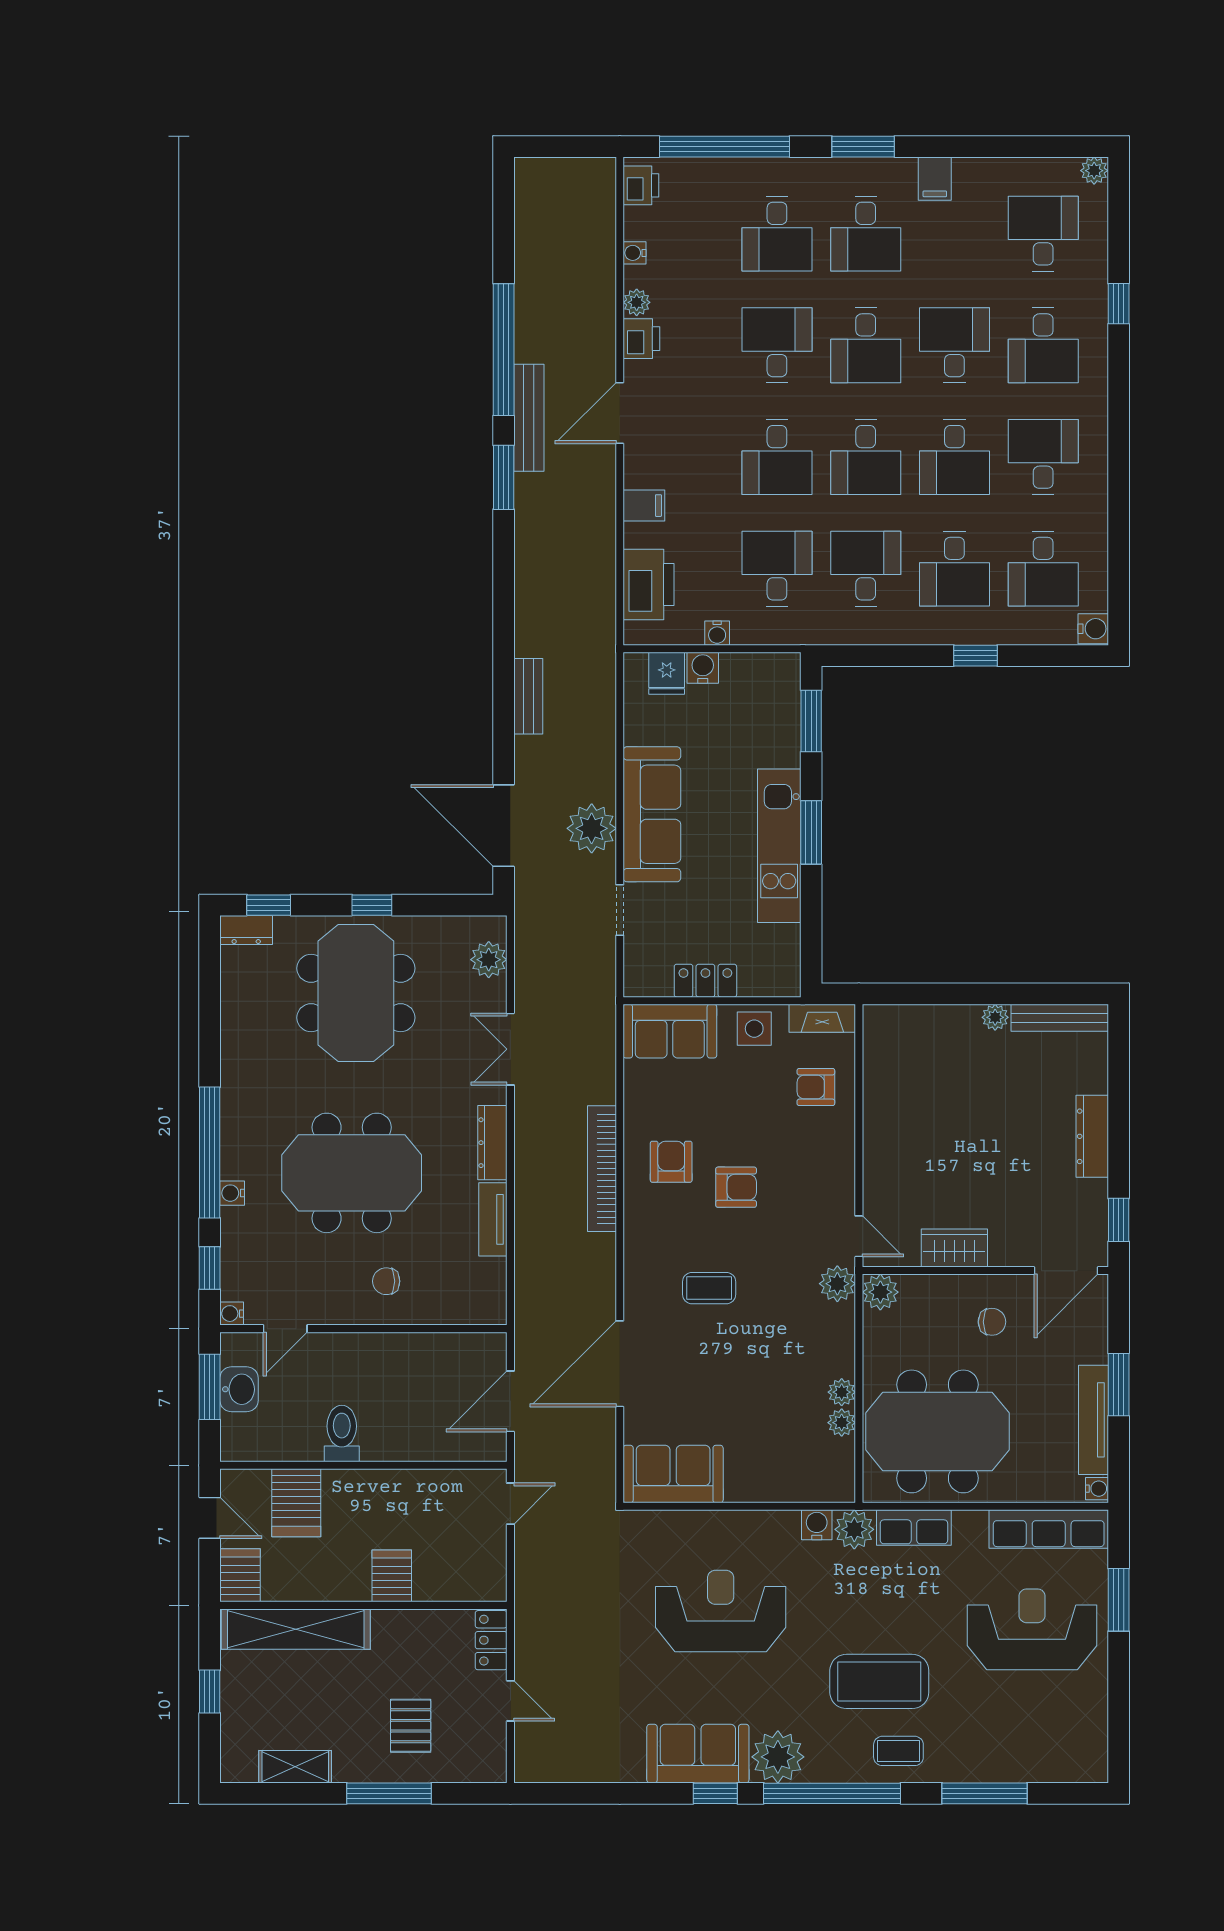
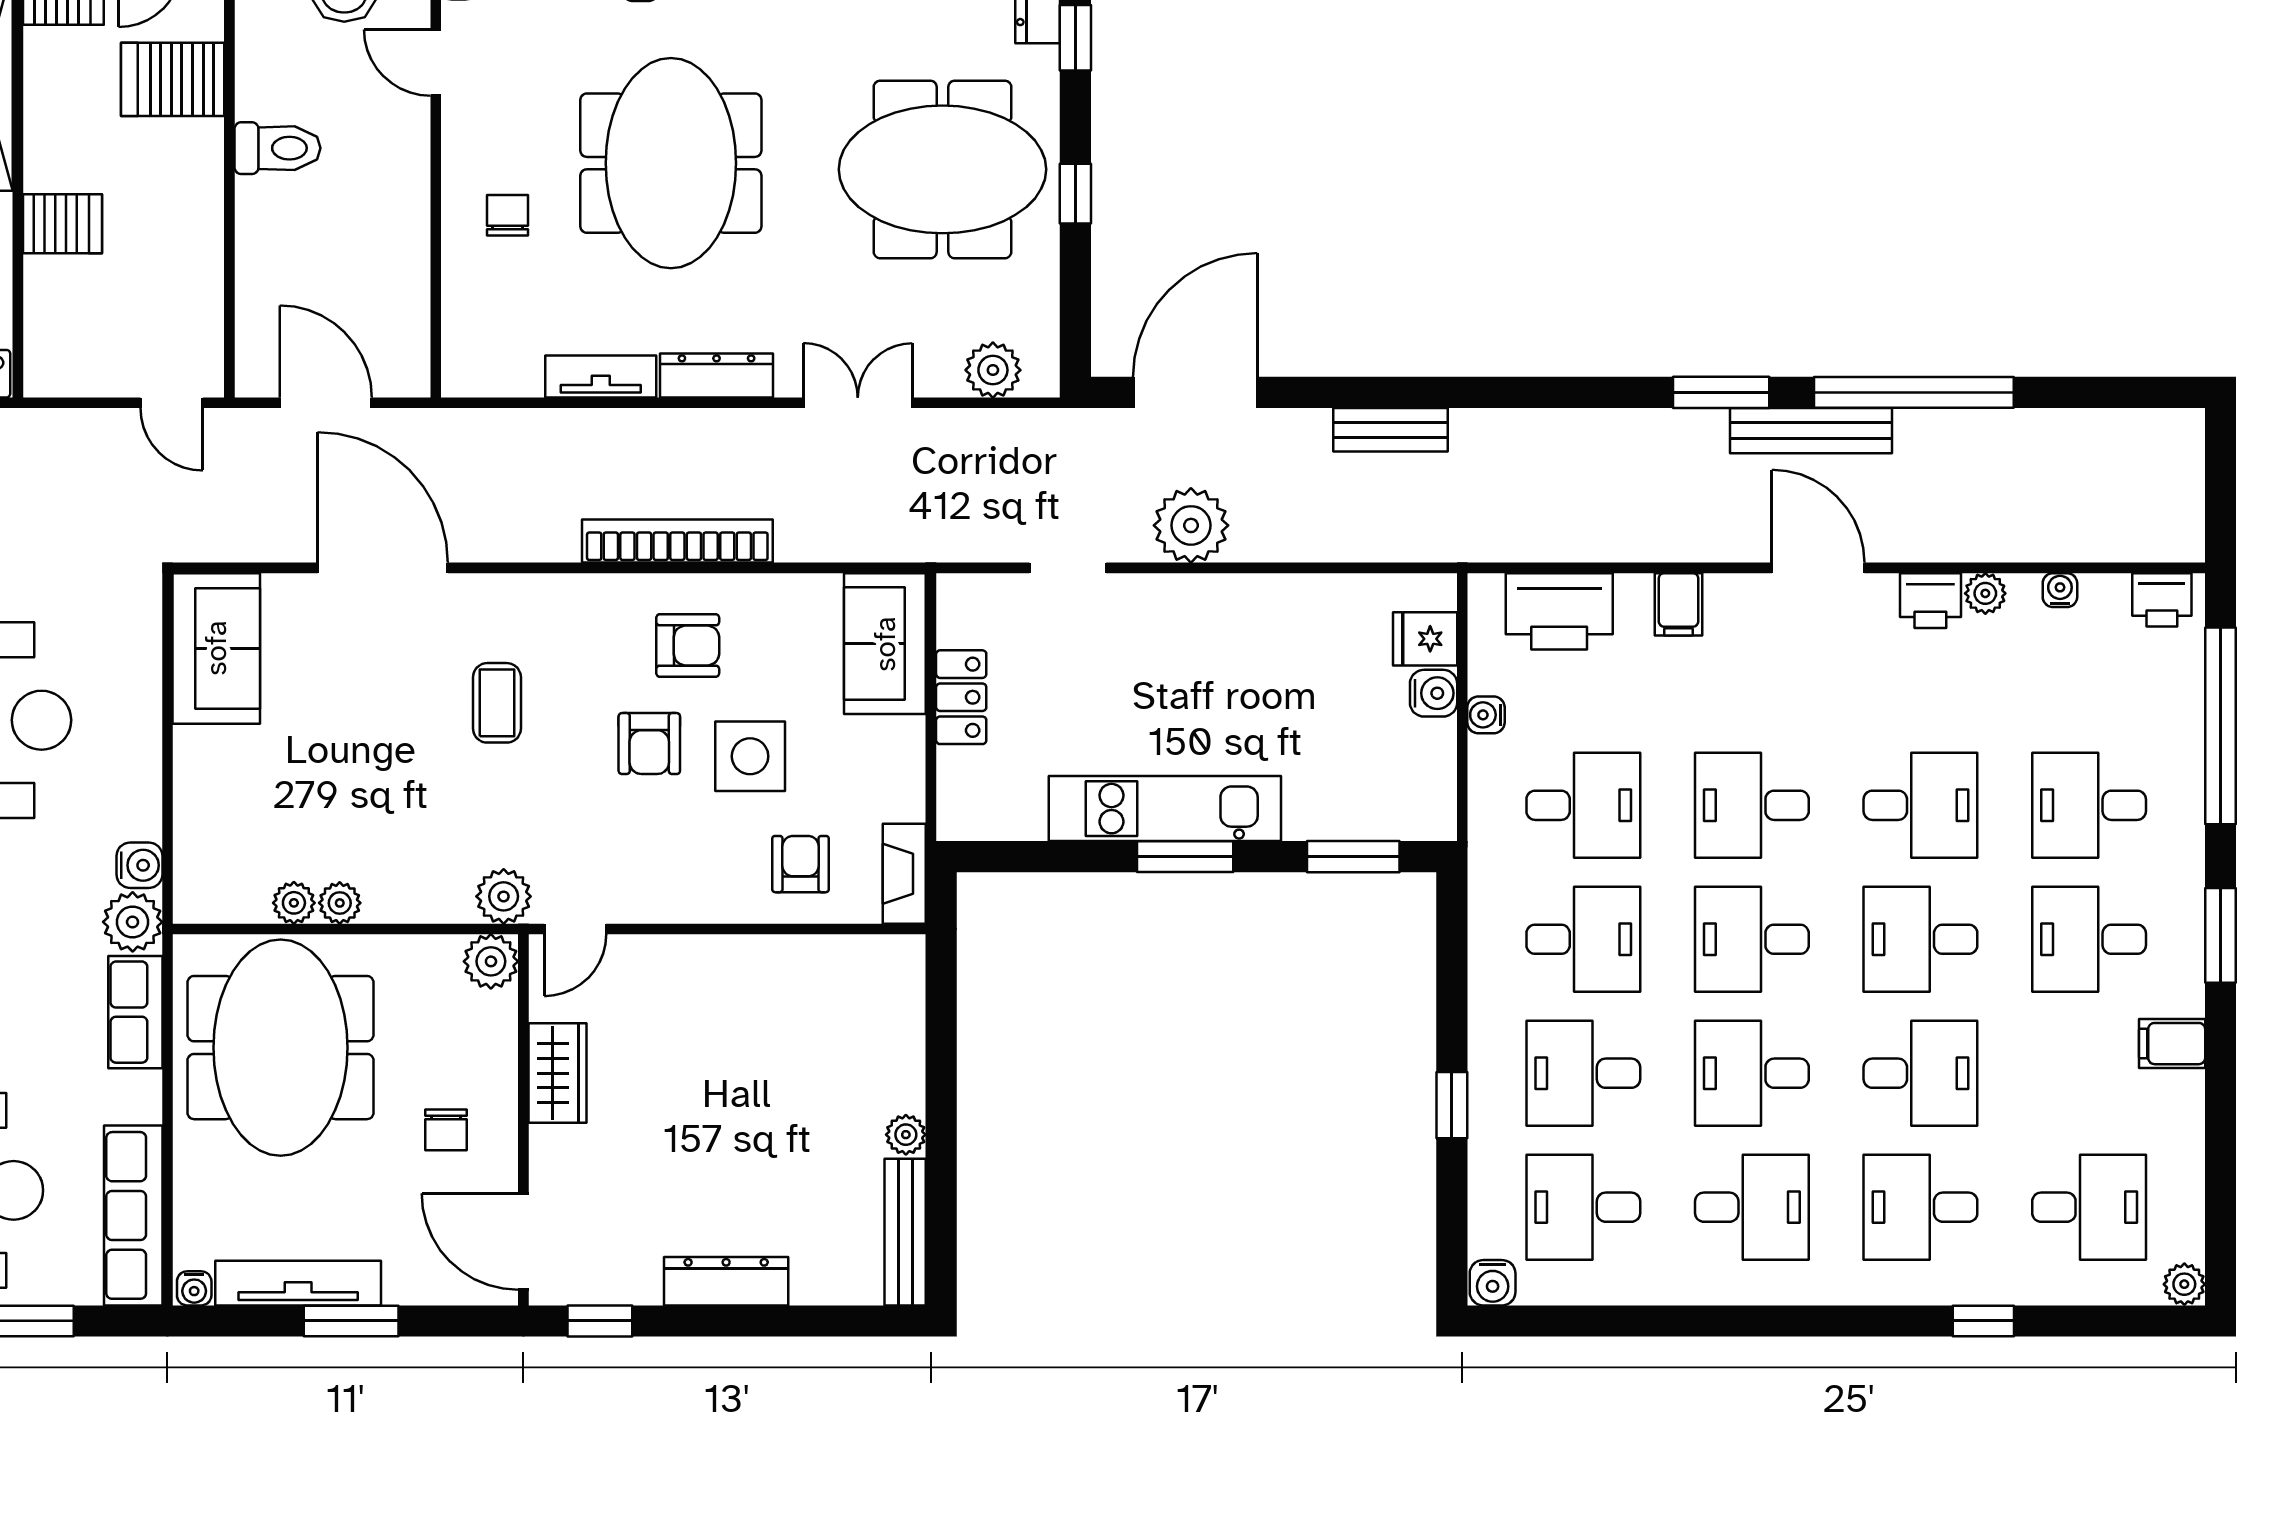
sofa: (652, 814) -> (1212, 616), removed
side table: (754, 1029) -> (750, 756), moved, width x1.37, depth x1.37

